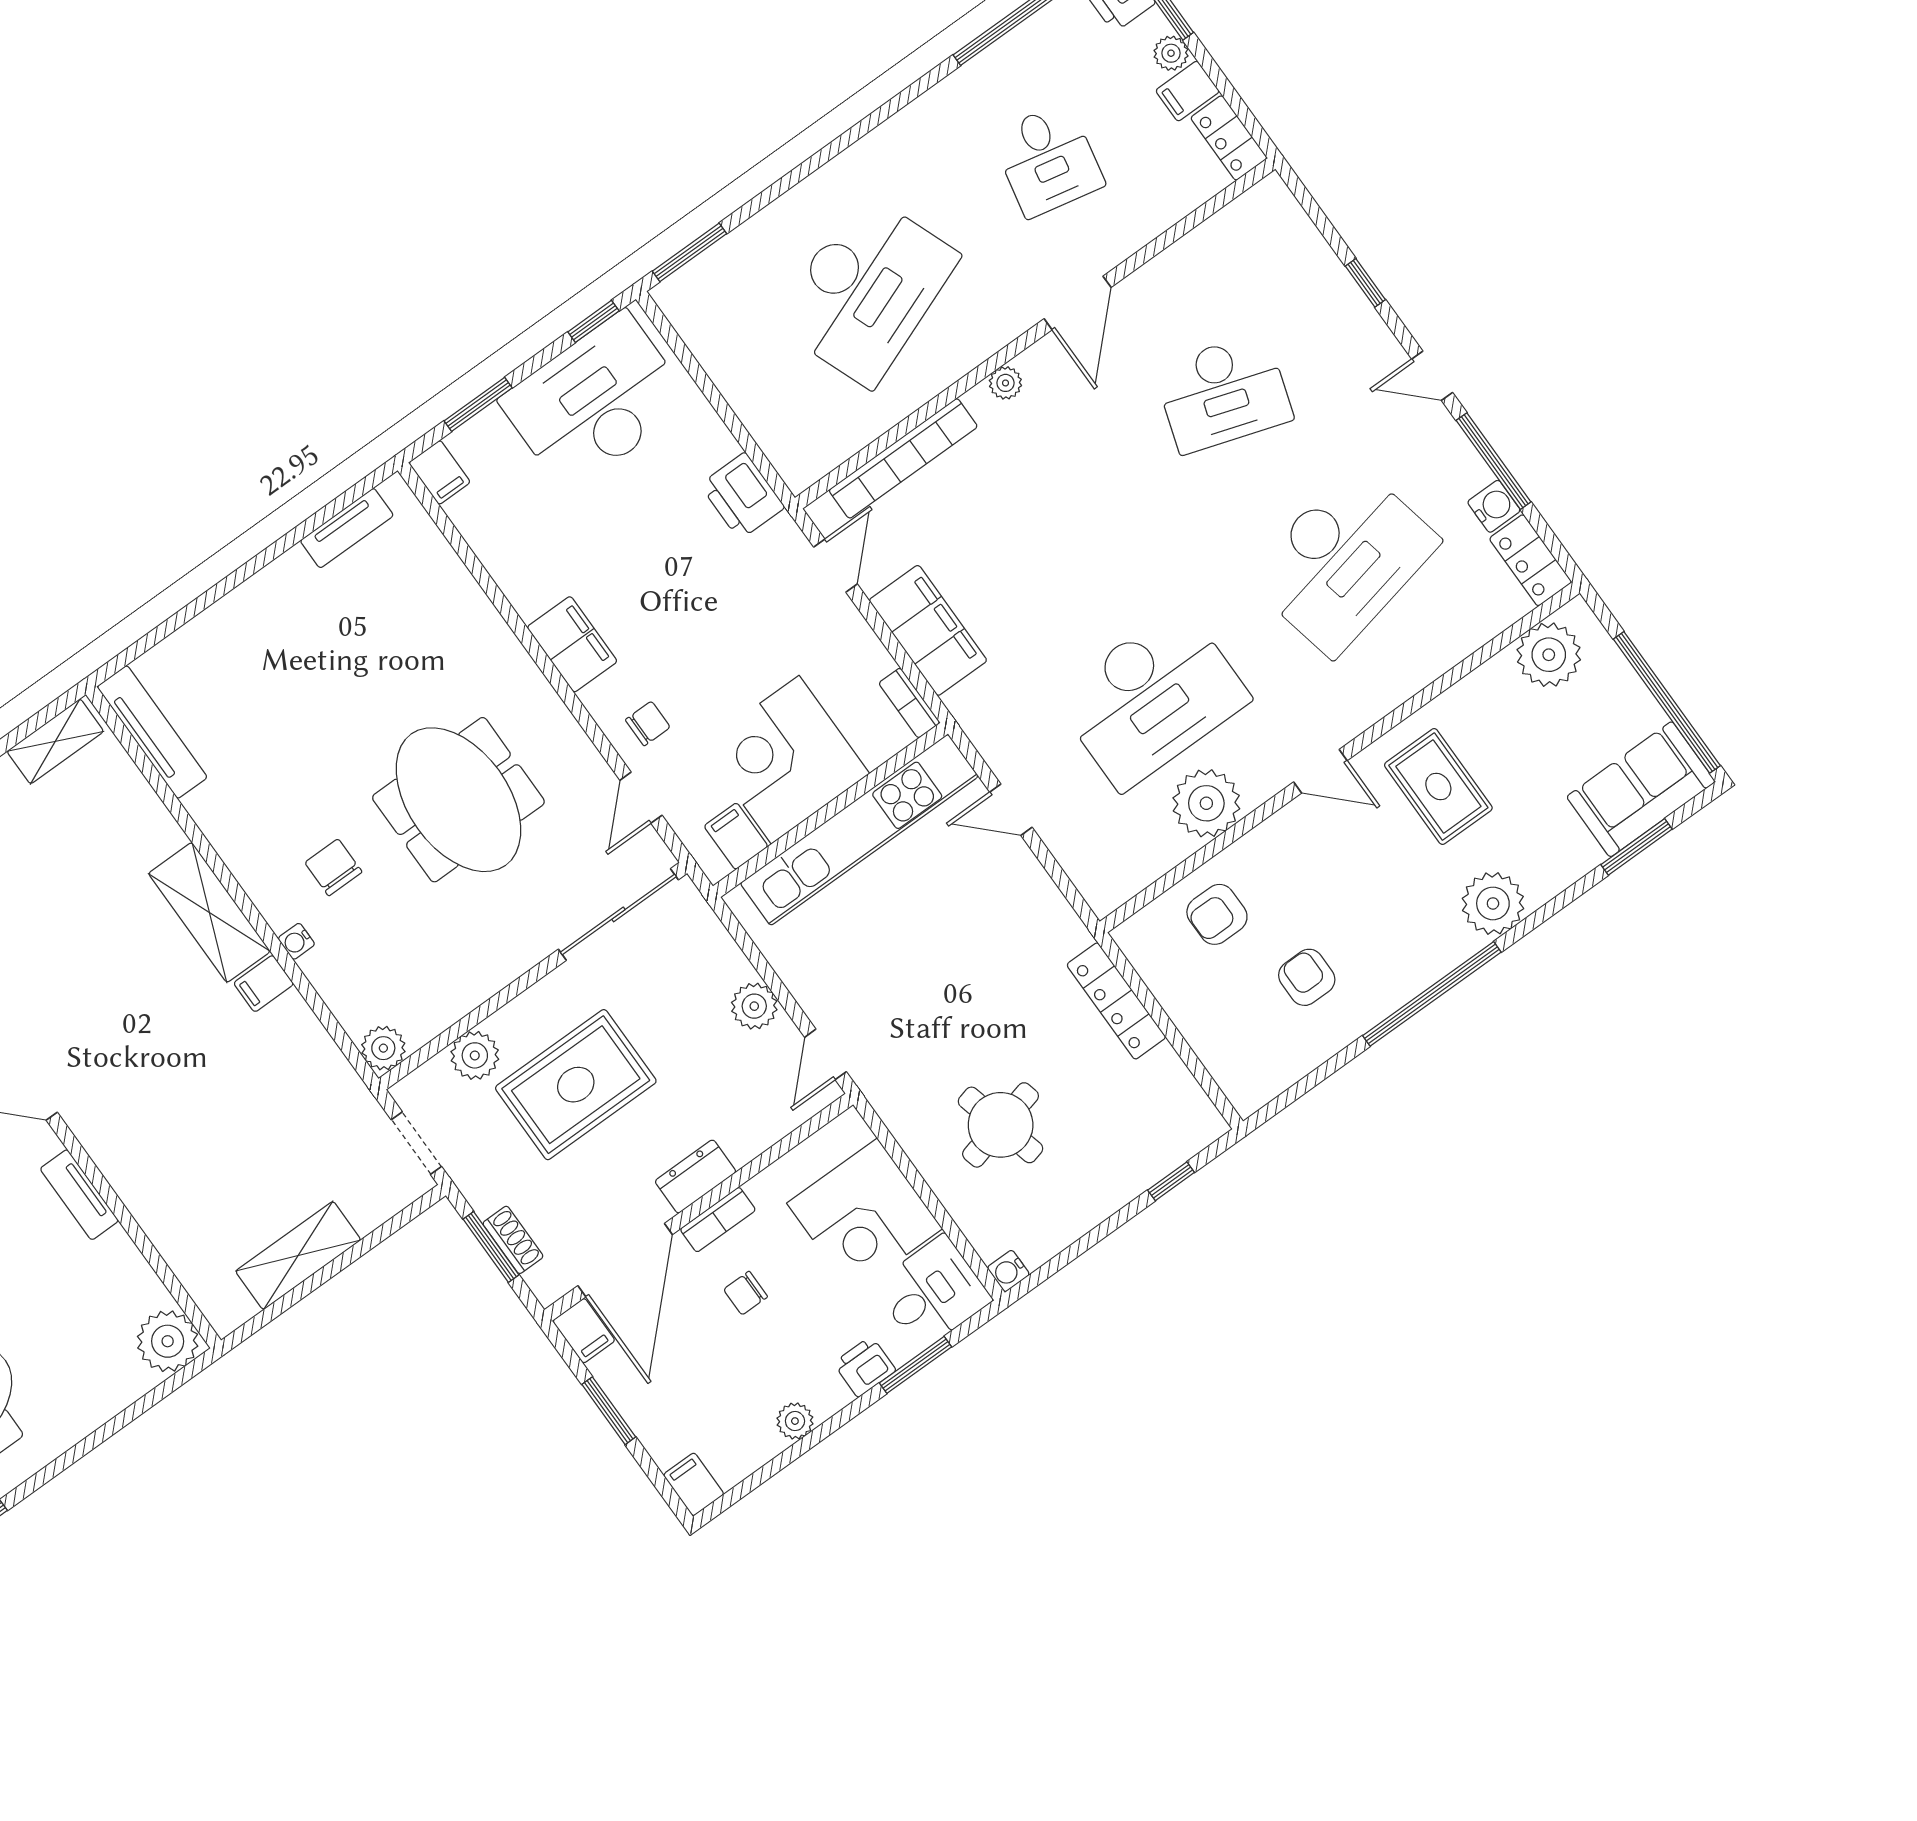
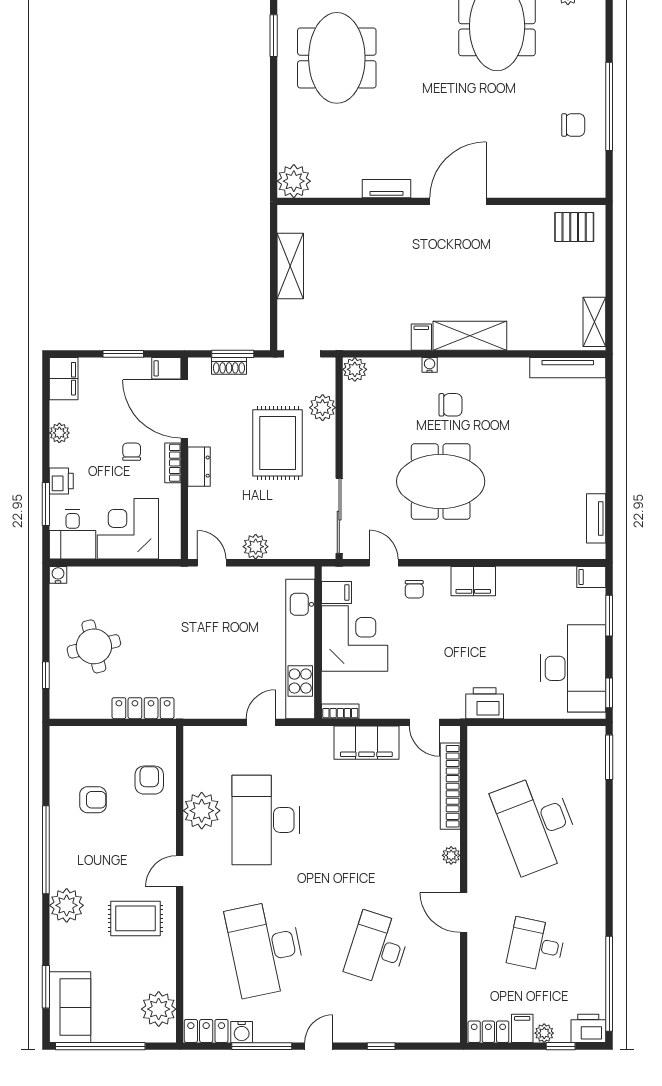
round table: (1001, 1125) -> (94, 646), moved
filing cabinet: (694, 1484) -> (64, 379), width x2.00

